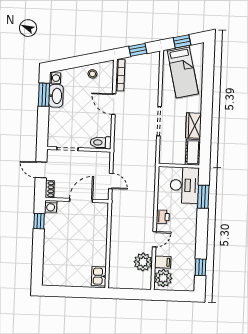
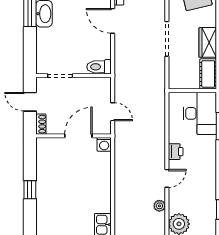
washing machine: (51, 206) -> (104, 144), moved
window: (39, 221) -> (30, 190), moved
plant: (143, 262) -> (159, 206), width x0.53, depth x0.53
filing cabinet: (163, 262) -> (178, 205), removed

